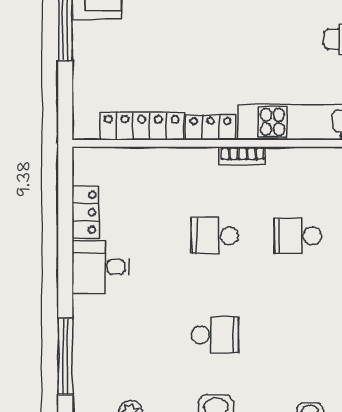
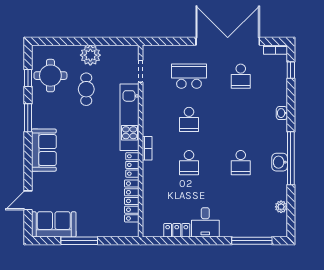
school desk: (215, 335) -> (241, 163), turned 180

